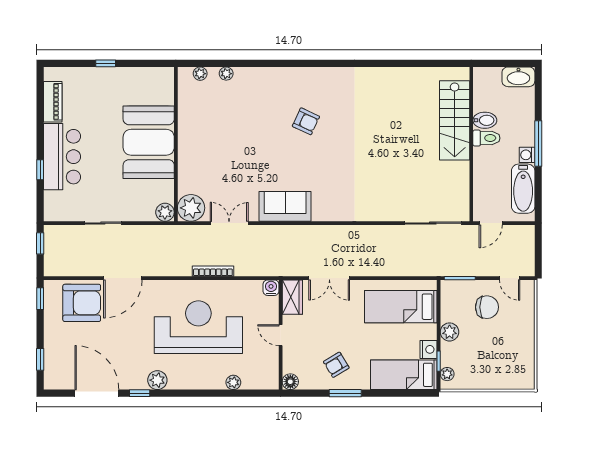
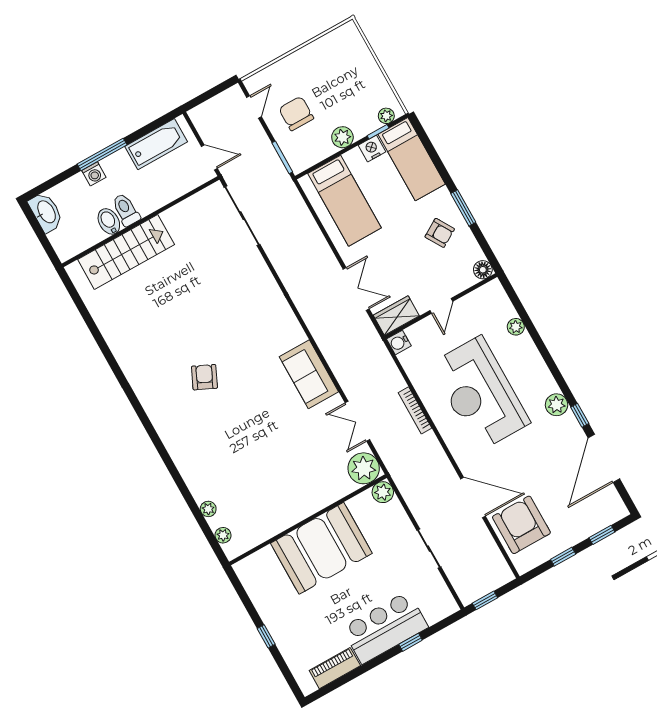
armchair: (306, 121) -> (204, 377), moved
washing machine: (527, 155) -> (94, 174), moved
window: (40, 299) -> (563, 557), moved

